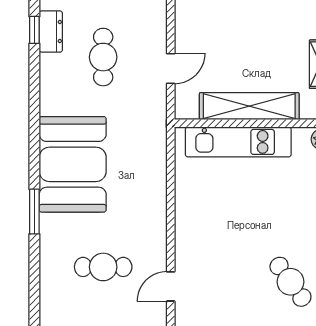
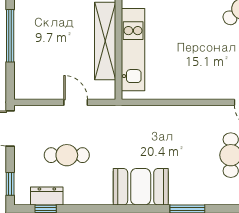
booth: (73, 164) -> (141, 187), width x0.73, depth x0.70

